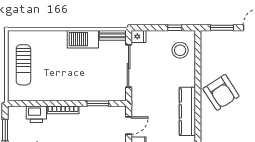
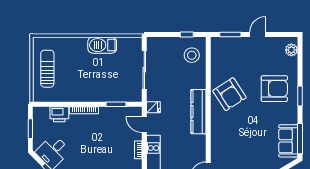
bench: (113, 35) -> (130, 42), removed
fridge: (138, 36) -> (153, 107), moved
sun lounger: (23, 65) -> (47, 69), turned 180
door: (129, 126) -> (144, 125), swing flipped

